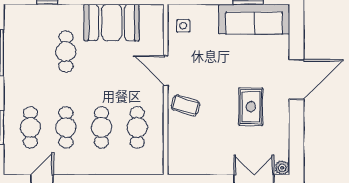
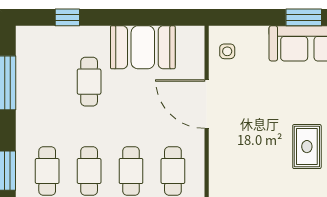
door: (166, 71) -> (207, 104), width x1.36
coffee table: (186, 105) -> (230, 145), removed

